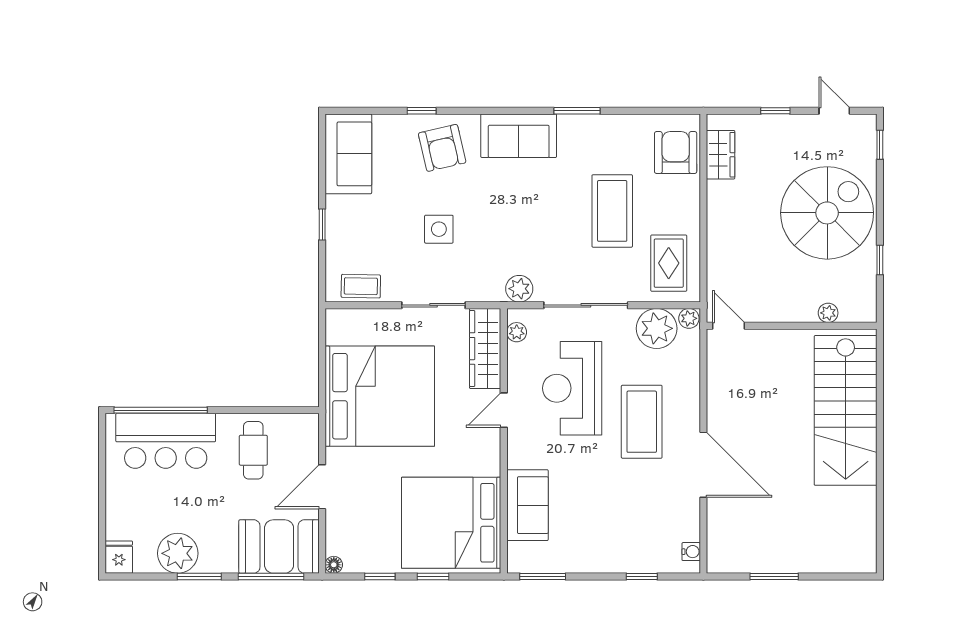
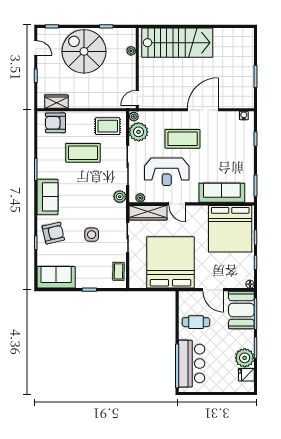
door: (834, 111) -> (36, 48), swing flipped
sofa: (527, 505) -> (222, 193), width x1.36
fridge: (119, 557) -> (246, 375), moved

